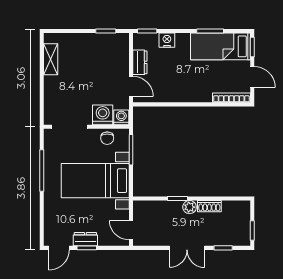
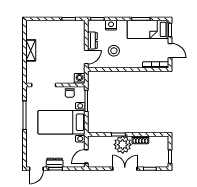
shelving: (51, 59) -> (31, 50), moved
stool: (171, 77) -> (114, 51), added
door: (131, 86) -> (86, 57), hinge flipped
washing machine: (103, 115) -> (67, 77), removed
plant: (190, 207) -> (123, 145), width x1.88, depth x1.88
door: (131, 230) -> (86, 156), hinge flipped
double door: (187, 248) -> (125, 169), swing flipped

